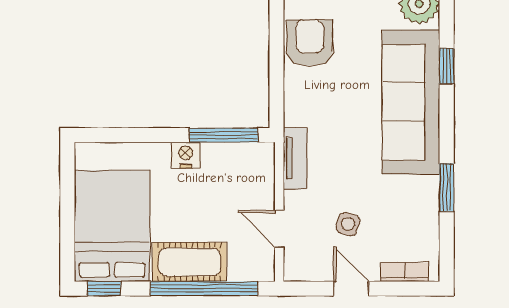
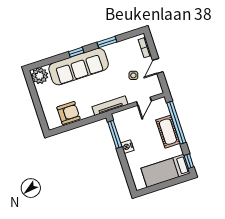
armchair: (310, 43) -> (68, 113), turned 180
window: (447, 66) -> (76, 52), moved
tv unit: (295, 158) -> (110, 106), width x1.41
bed: (112, 226) -> (165, 171), width x0.67

